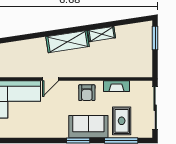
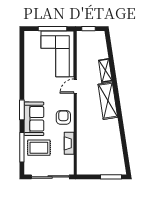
shelving: (102, 34) -> (105, 70), moved
door: (51, 79) -> (75, 86), hinge flipped
armchair: (87, 93) -> (63, 117), turned 90

